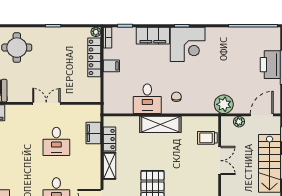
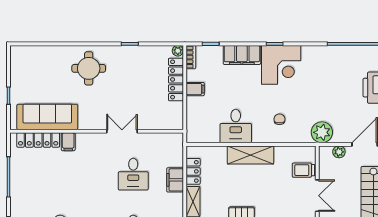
chair: (176, 97) -> (279, 119), moved
filing cabinet: (93, 133) -> (175, 180), moved

